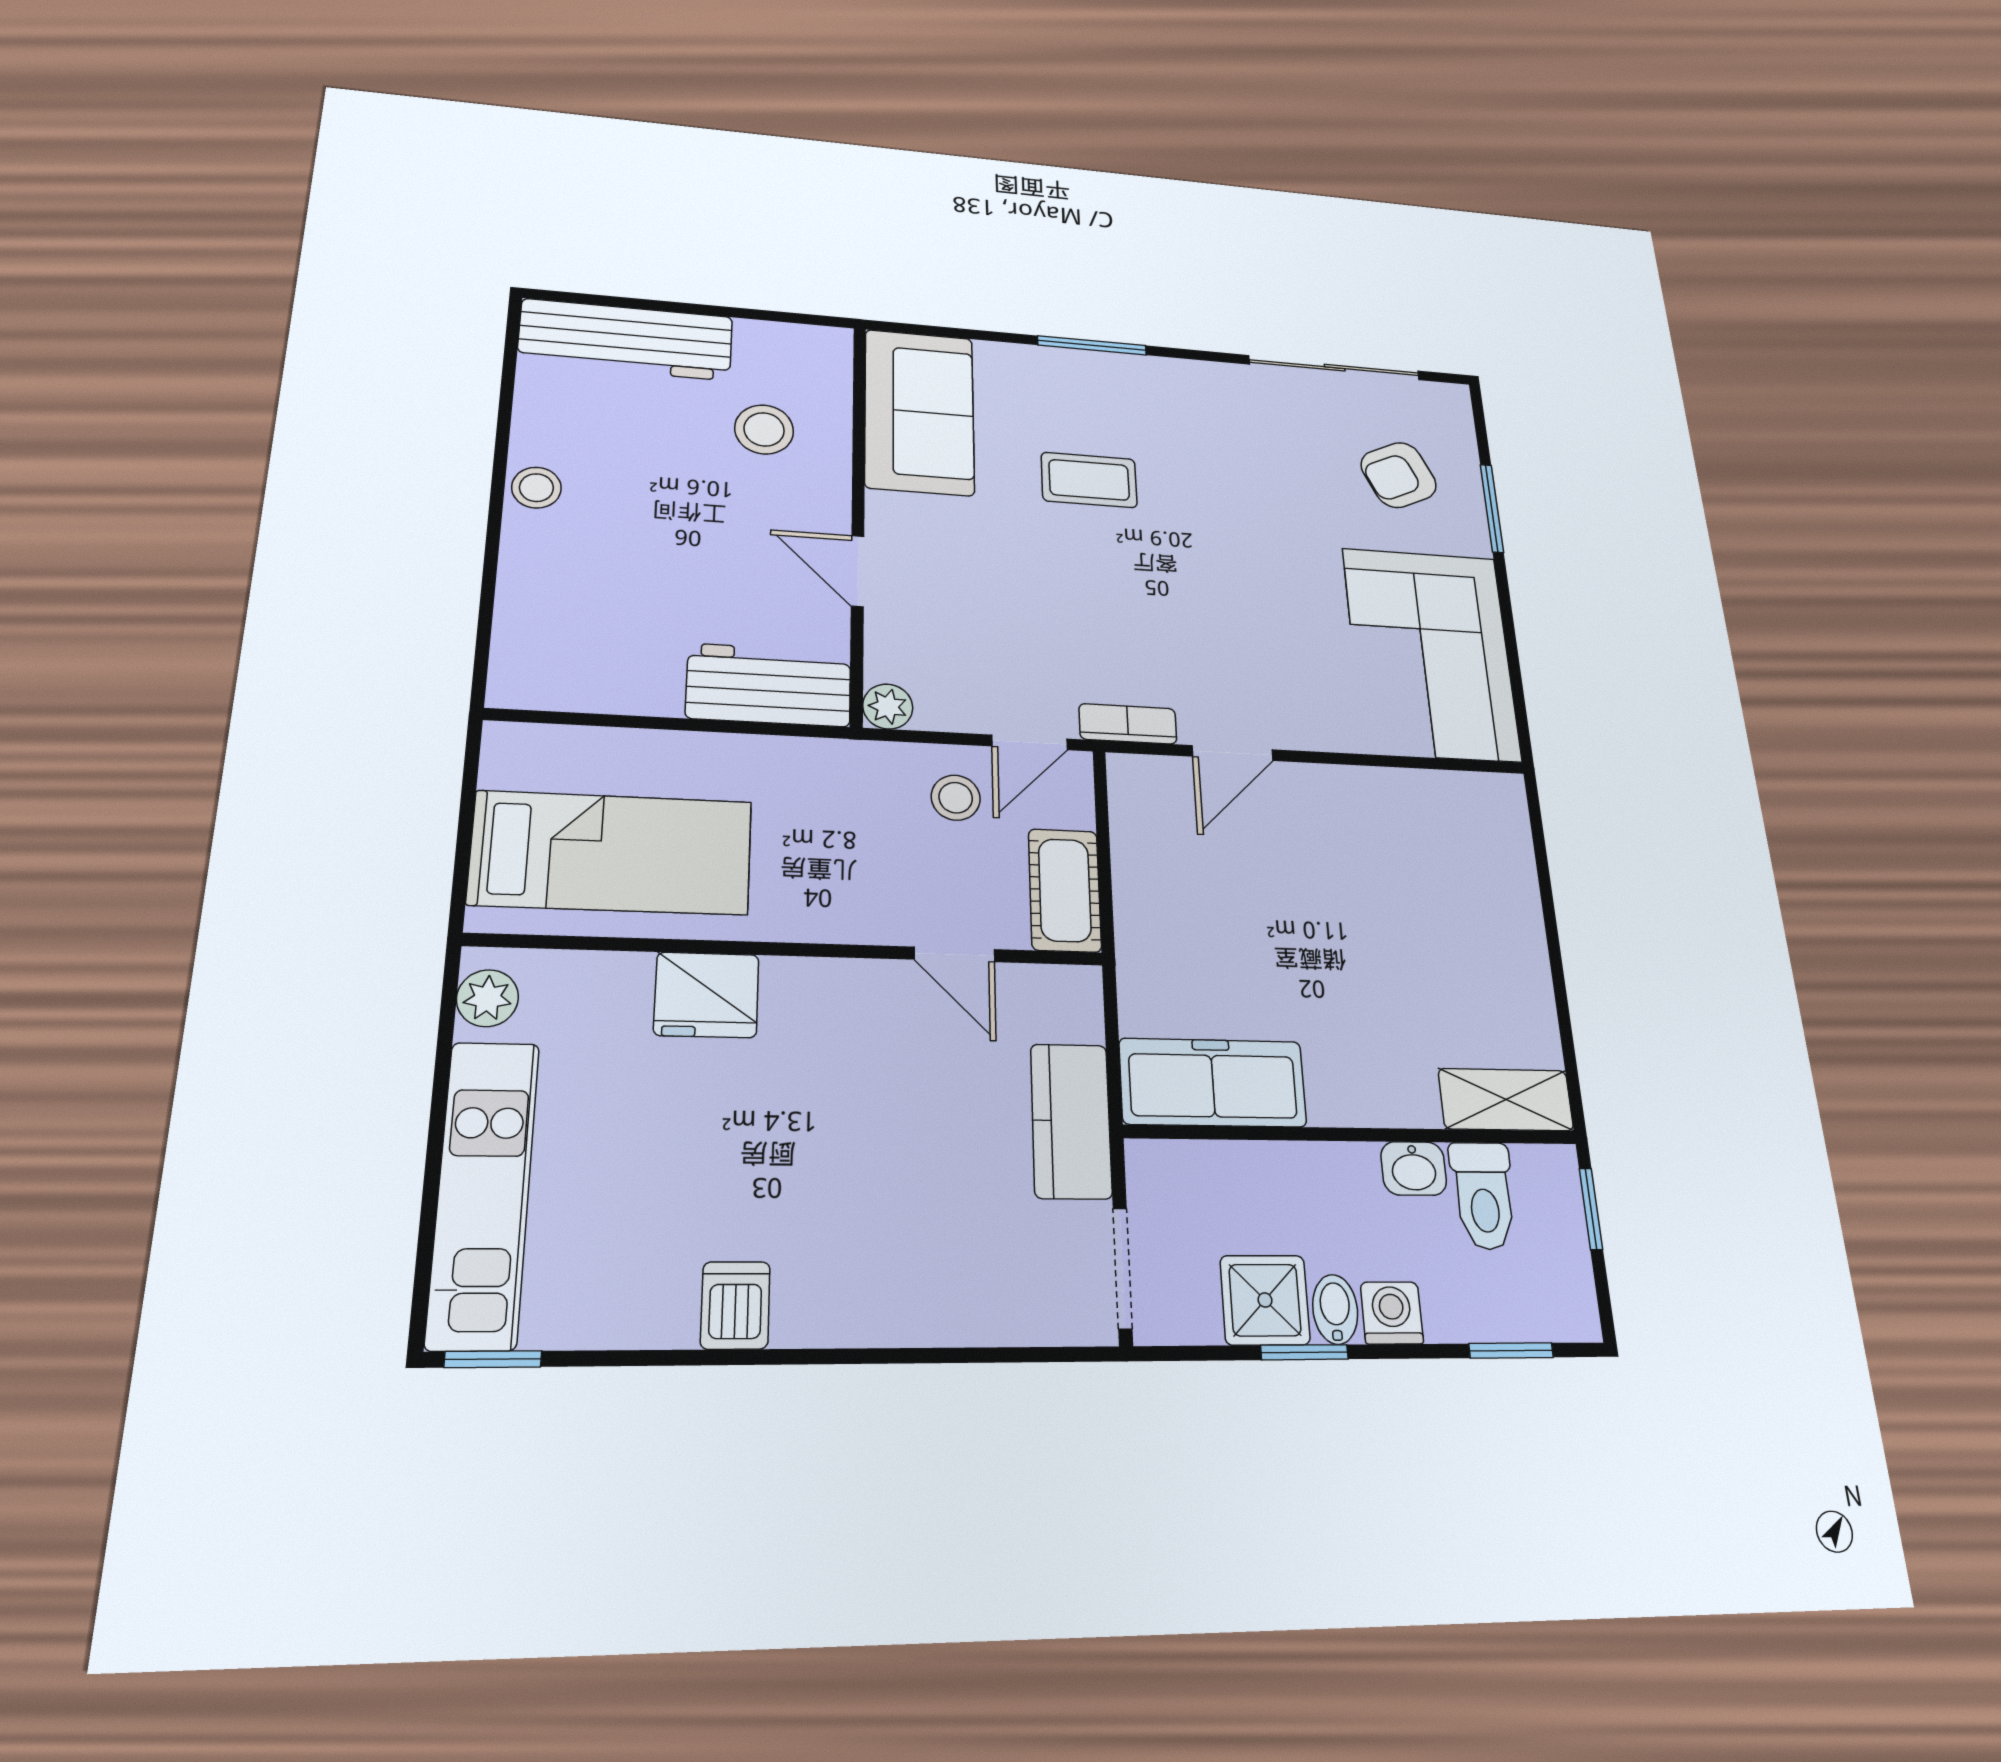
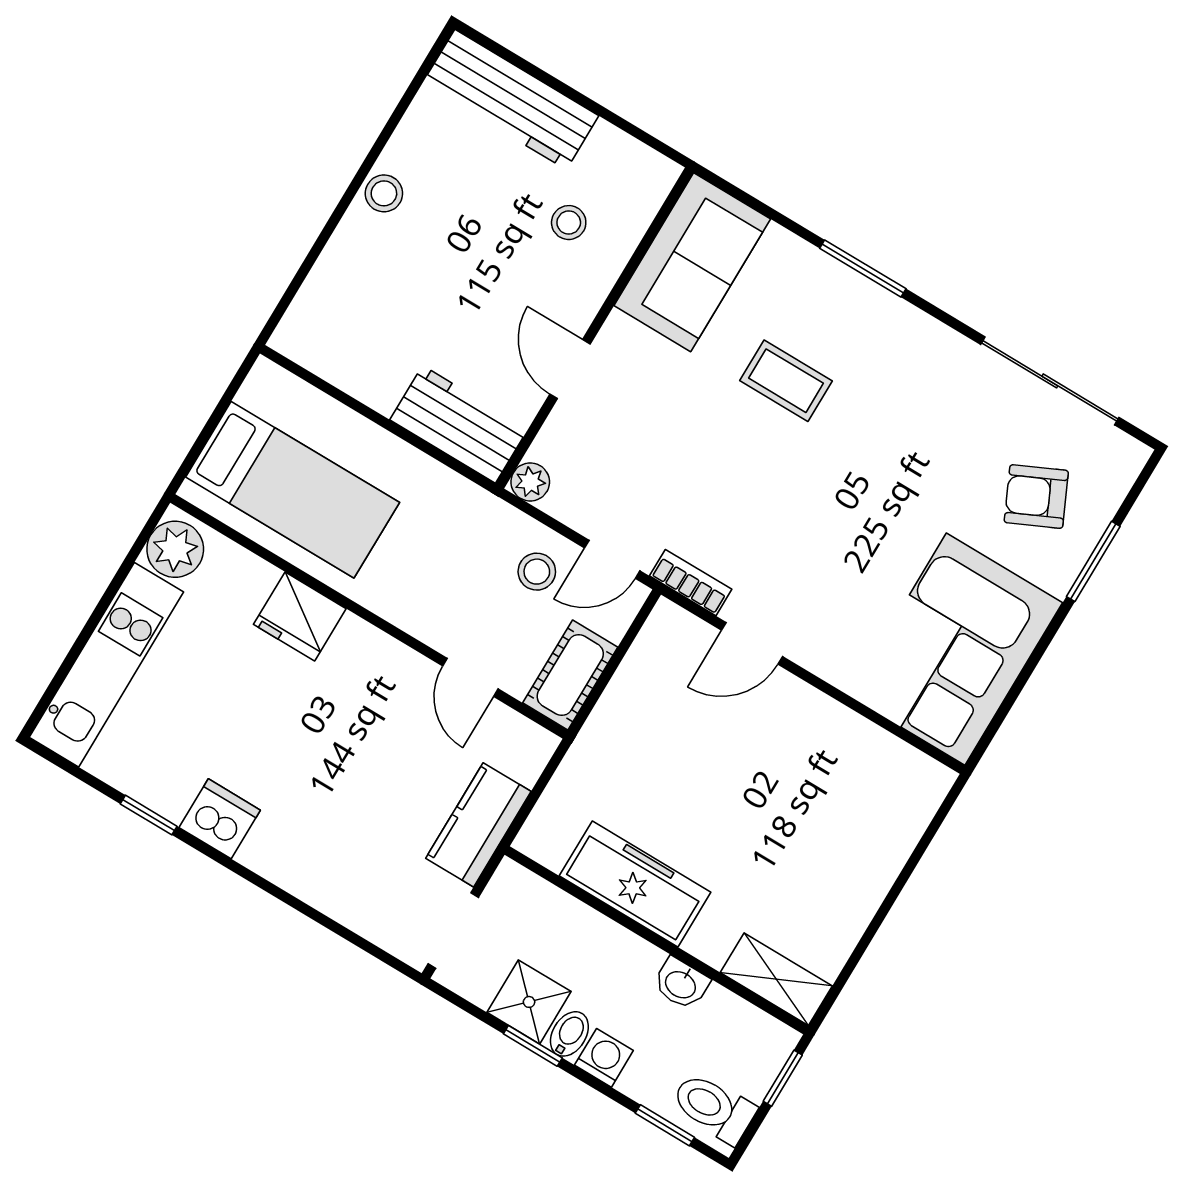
stool: (764, 429) -> (569, 223), width x0.73, depth x0.73
plant: (487, 998) -> (175, 549), width x1.38, depth x1.38
freezer: (1213, 1083) -> (635, 884), moved
toilet: (1484, 1196) -> (714, 1108), moved, turned 90
dishwasher: (735, 1305) -> (220, 819), width x1.38
window: (493, 1359) -> (149, 815), moved

